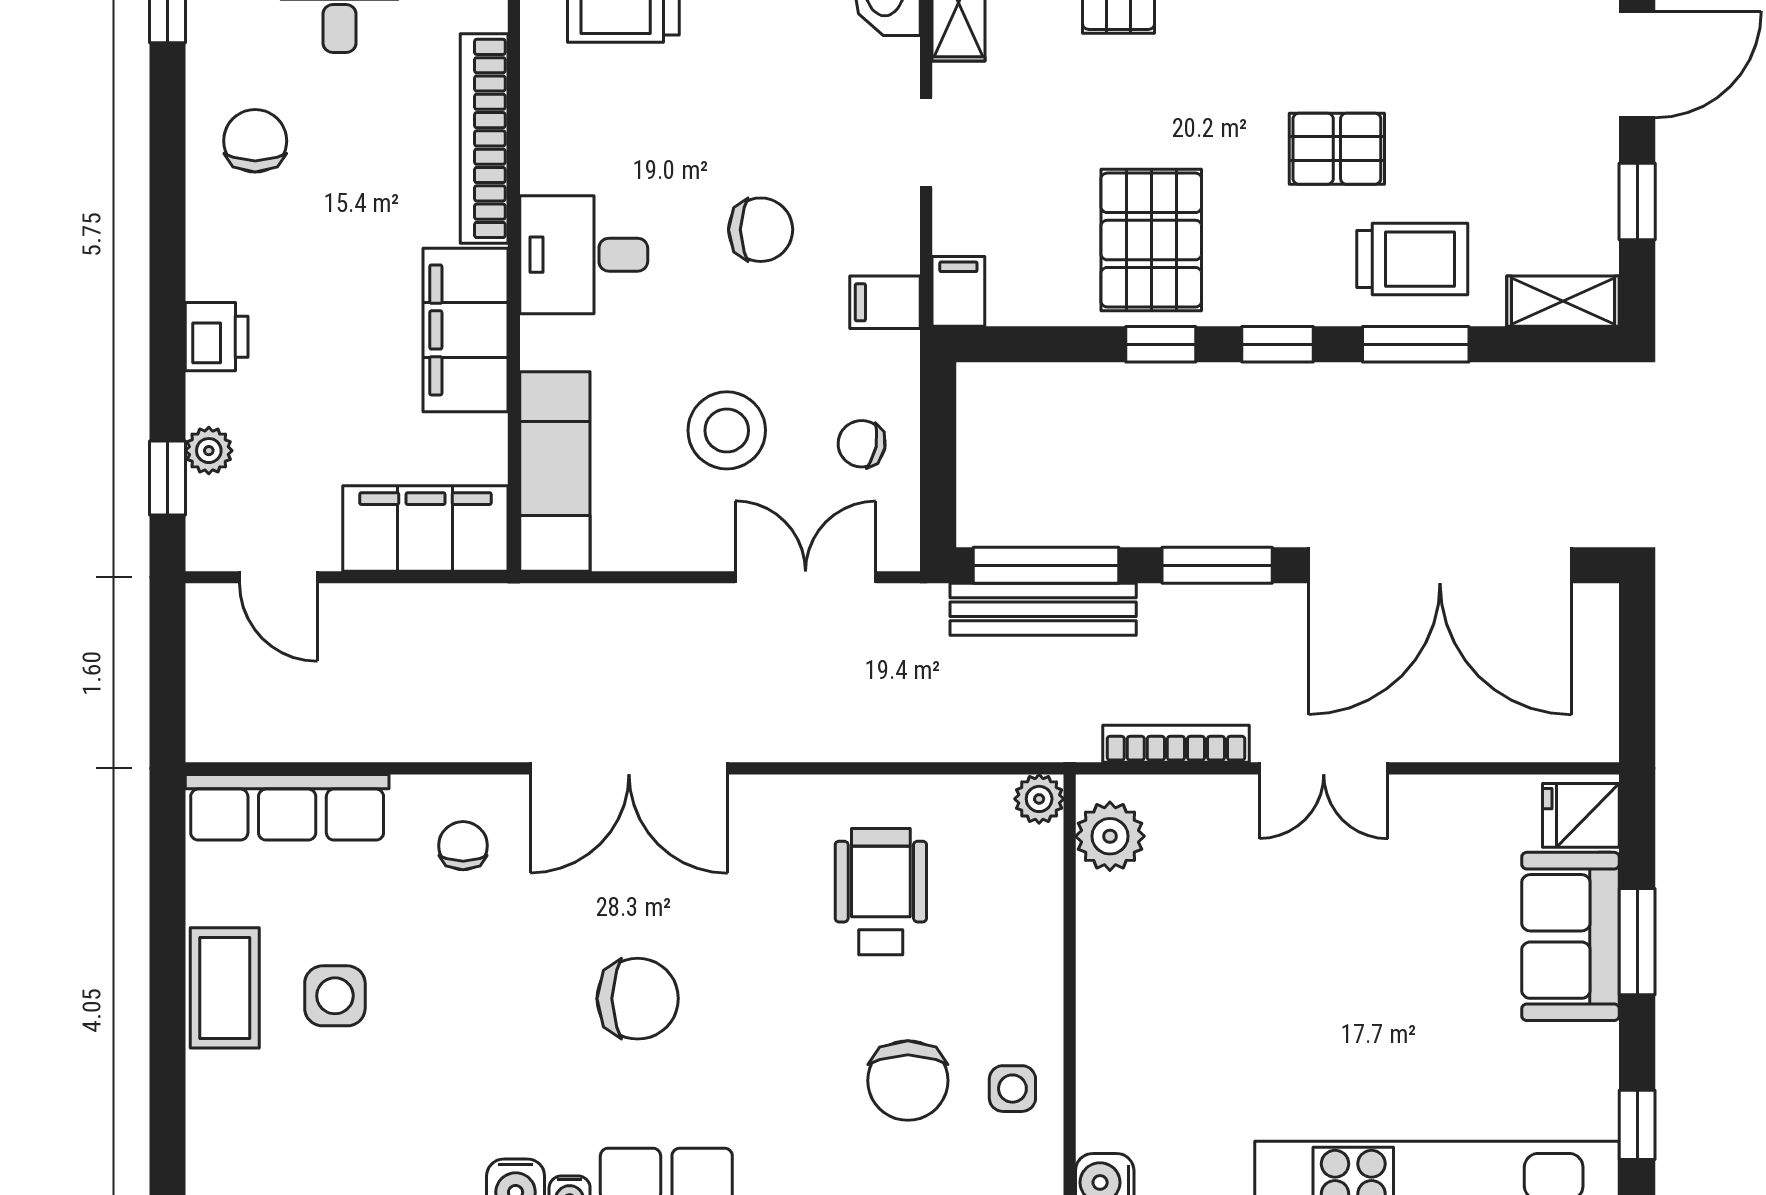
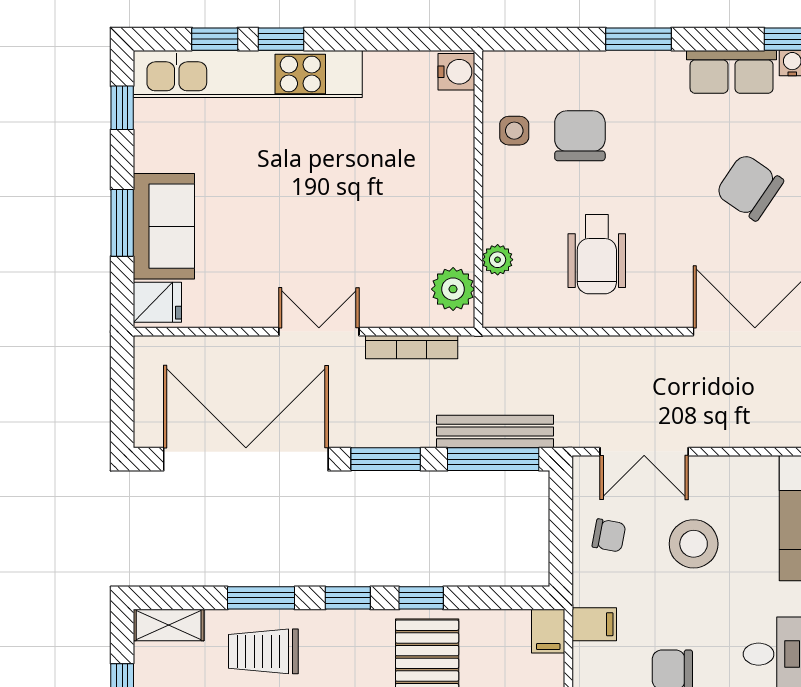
plant: (1039, 799) -> (498, 260), moved
chair: (638, 999) -> (750, 187), turned 34

